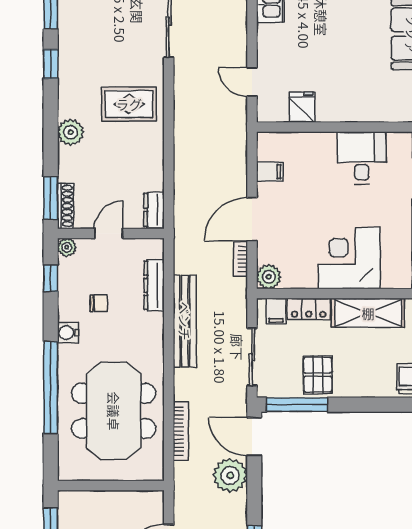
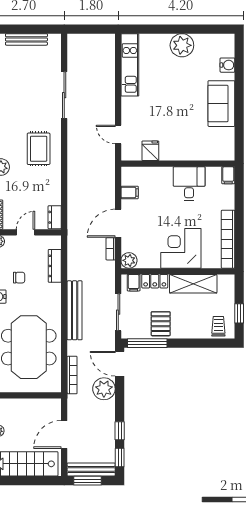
rug: (129, 104) -> (39, 149), turned 90
bench: (185, 321) -> (75, 310), moved
bookcase: (181, 431) -> (72, 375), moved

